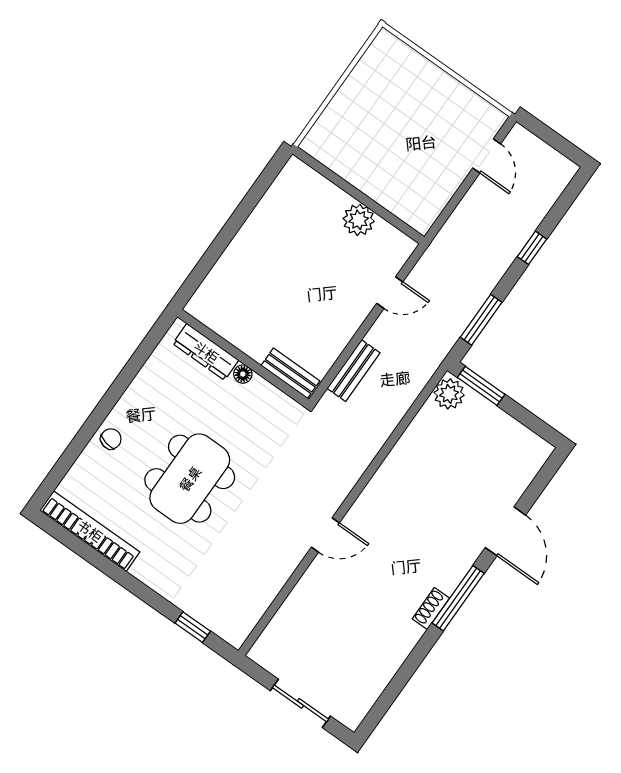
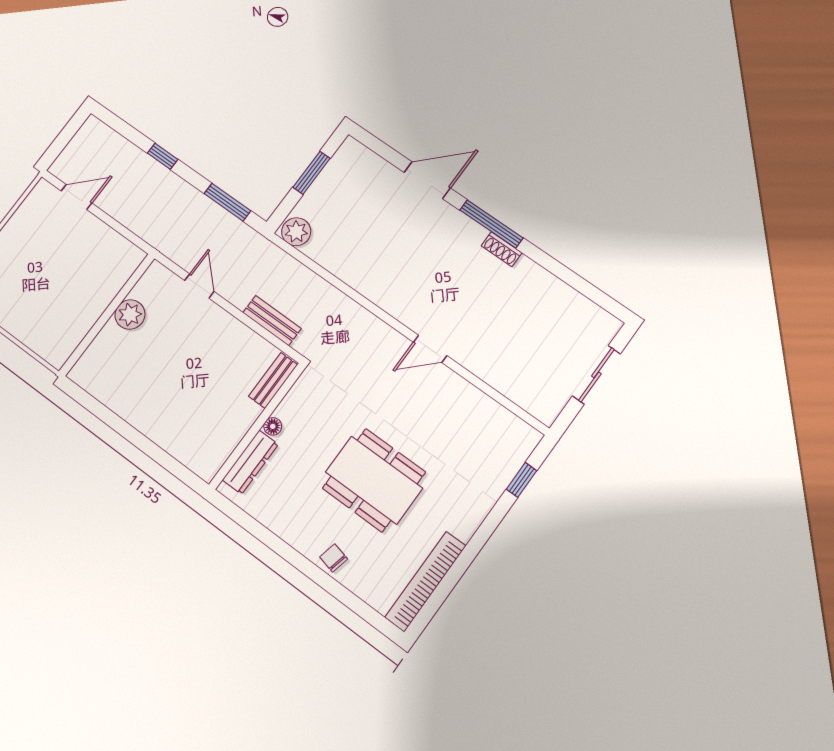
window: (481, 386) -> (312, 173), moved
door: (325, 535) -> (430, 349), swing flipped

